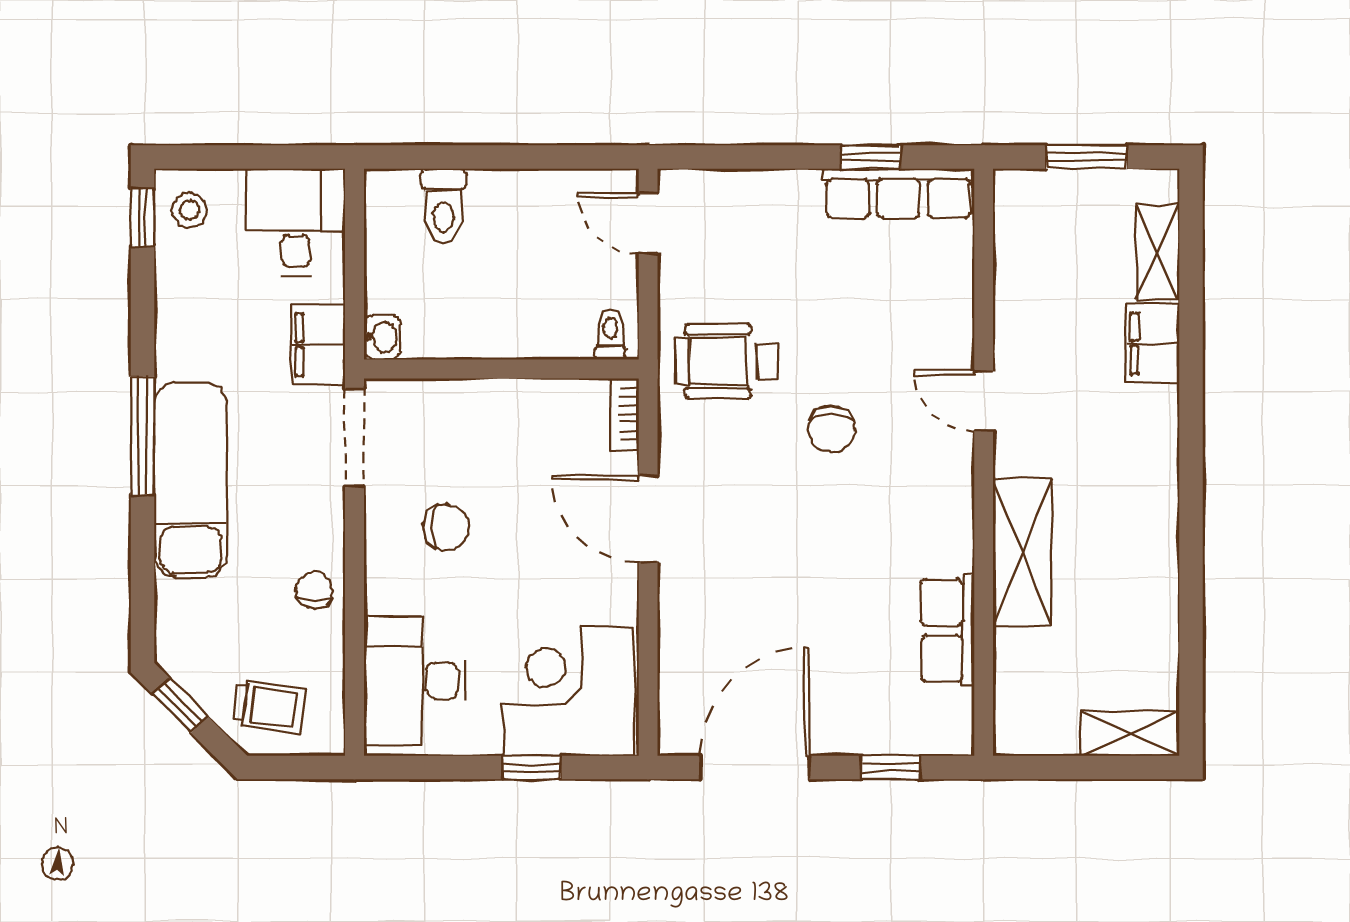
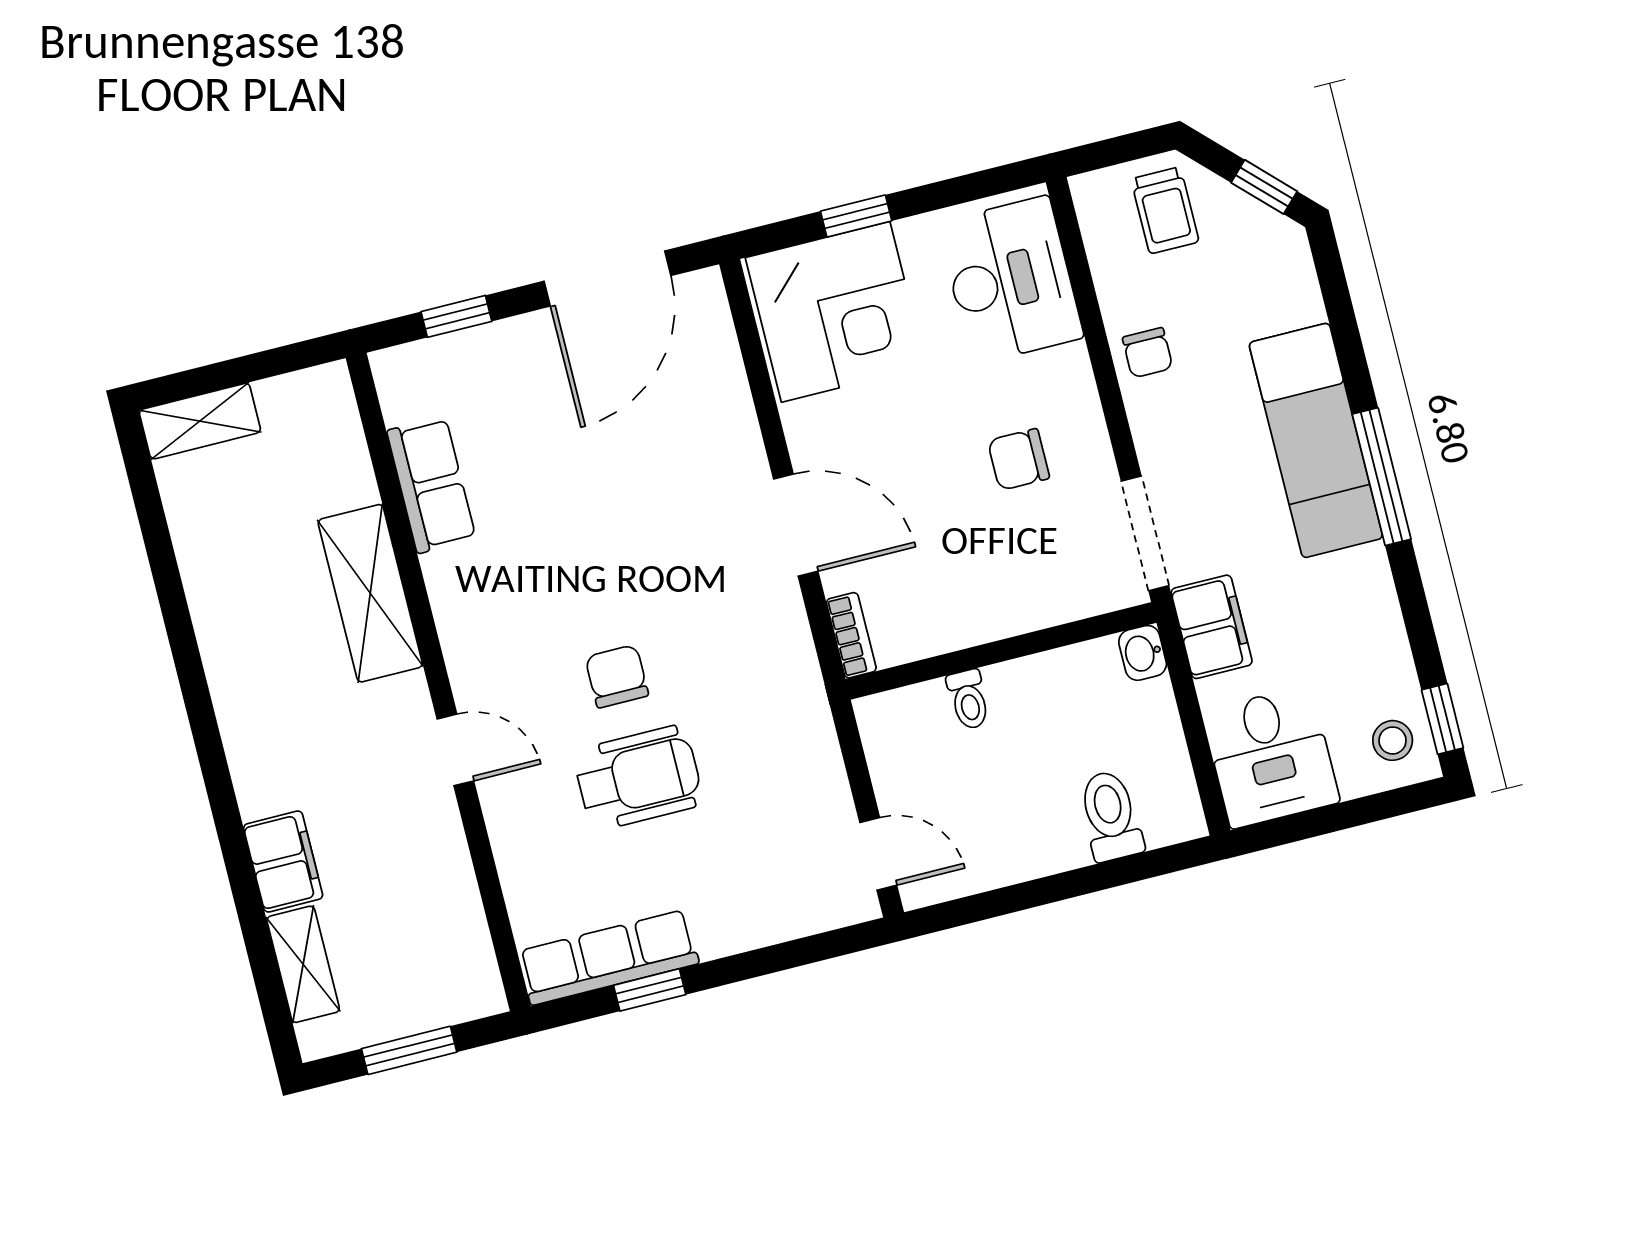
toilet: (610, 335) -> (968, 699), moved
wheelchair: (726, 361) -> (638, 778), moved
trolley: (269, 707) -> (1165, 210), turned -97

